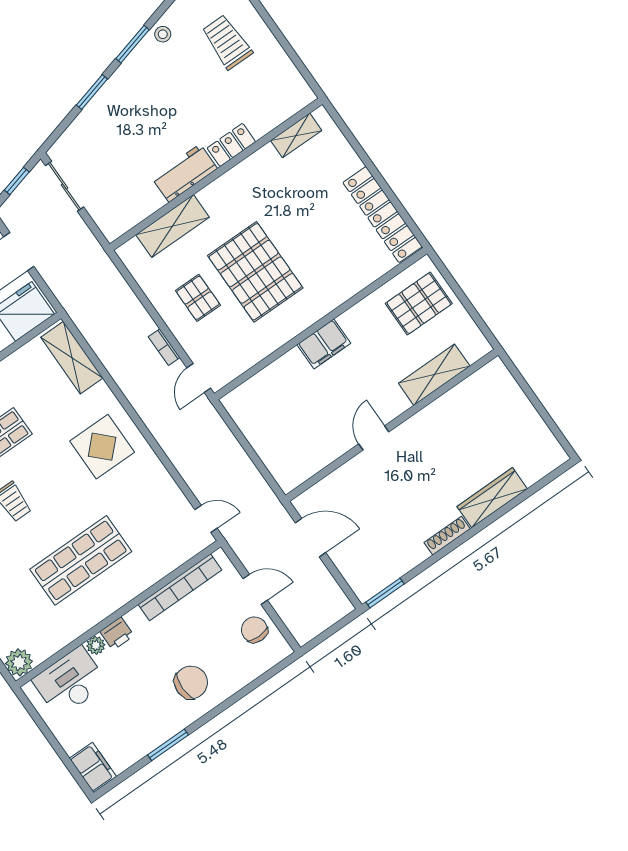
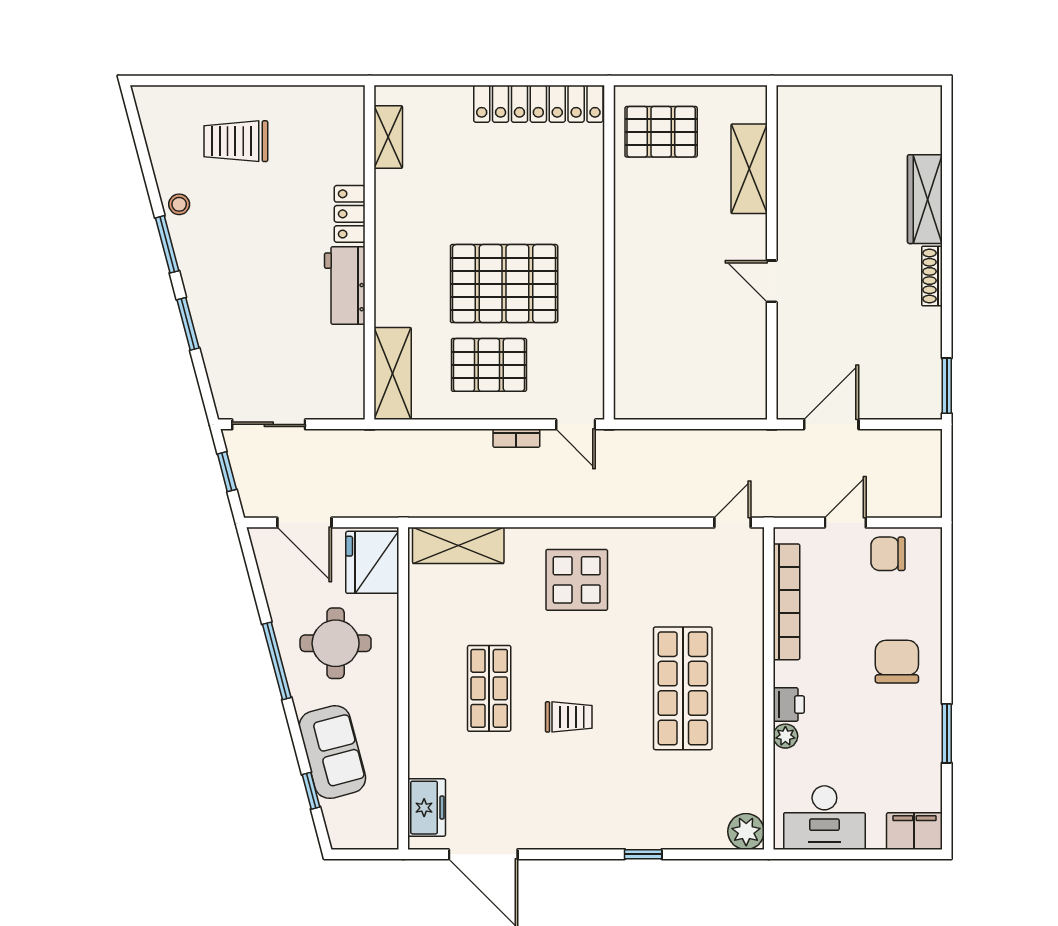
shelving: (173, 226) -> (393, 374), moved
pallet: (198, 298) -> (489, 365), width x1.50, depth x1.42
pallet: (419, 303) -> (661, 132), turned 90
filing cabinet: (324, 344) -> (633, 264), removed
desk: (70, 682) -> (824, 818), moved, turned -90

